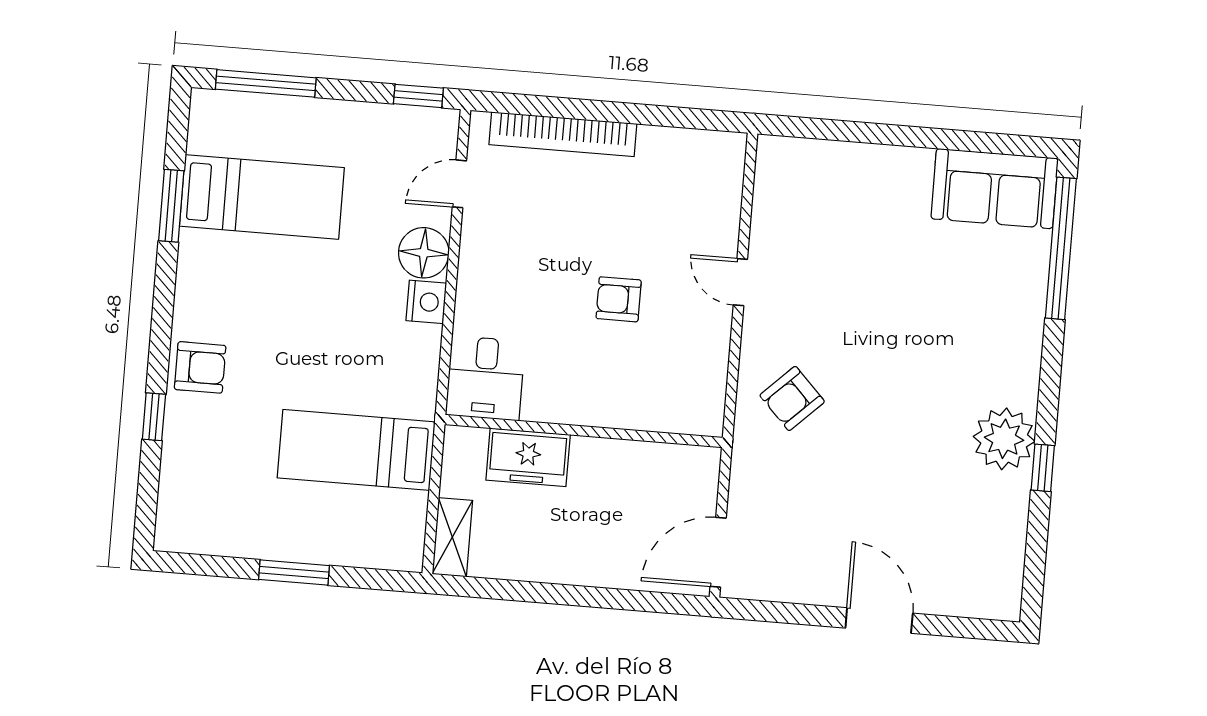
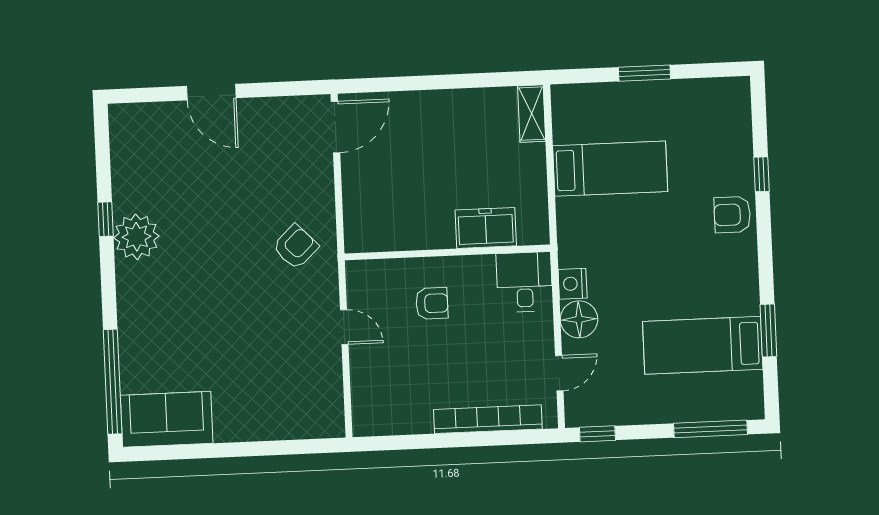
desk: (485, 378) -> (524, 282), moved
wall: (584, 431) -> (447, 252), moved
freezer: (528, 457) -> (486, 228), moved

